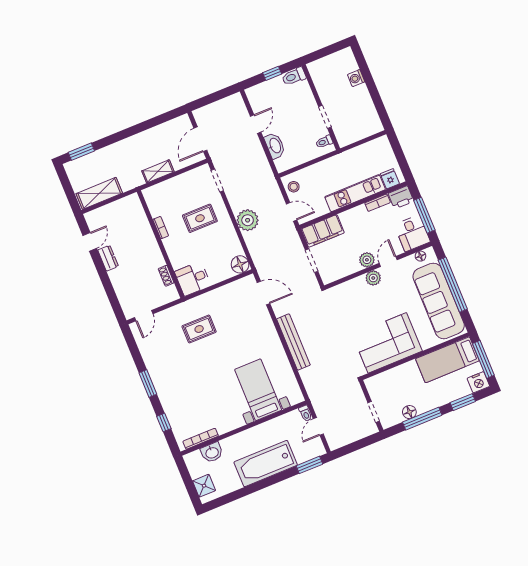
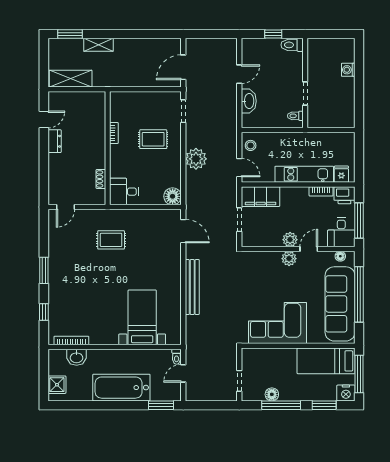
shelving: (158, 171) -> (98, 45), moved

